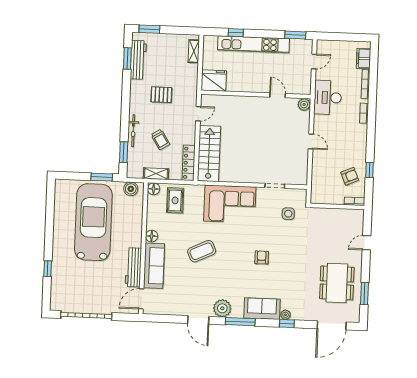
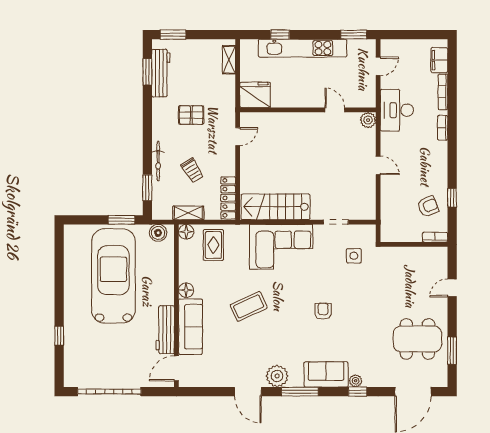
stairs: (209, 154) -> (275, 207), moved, turned -90
dining table: (337, 283) -> (417, 339), turned 90

